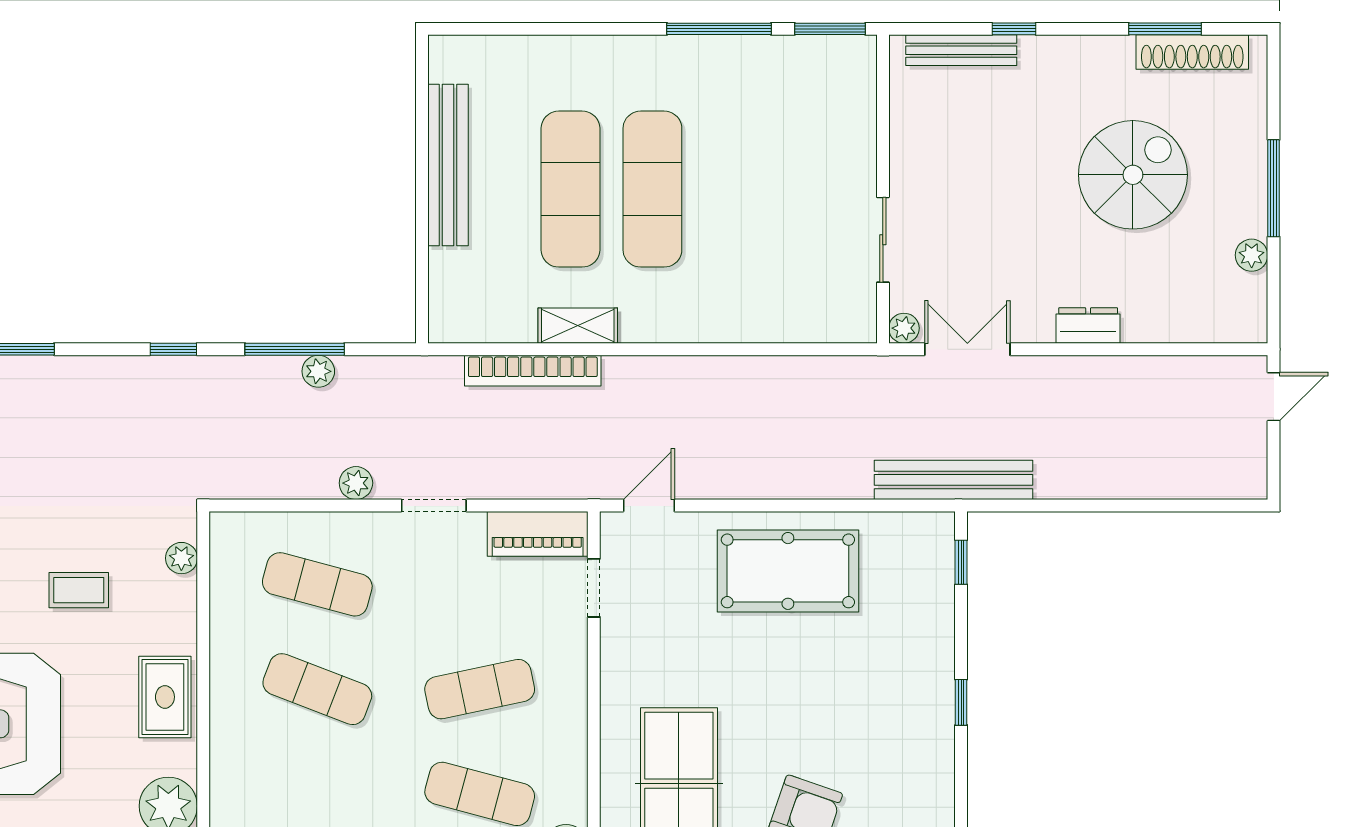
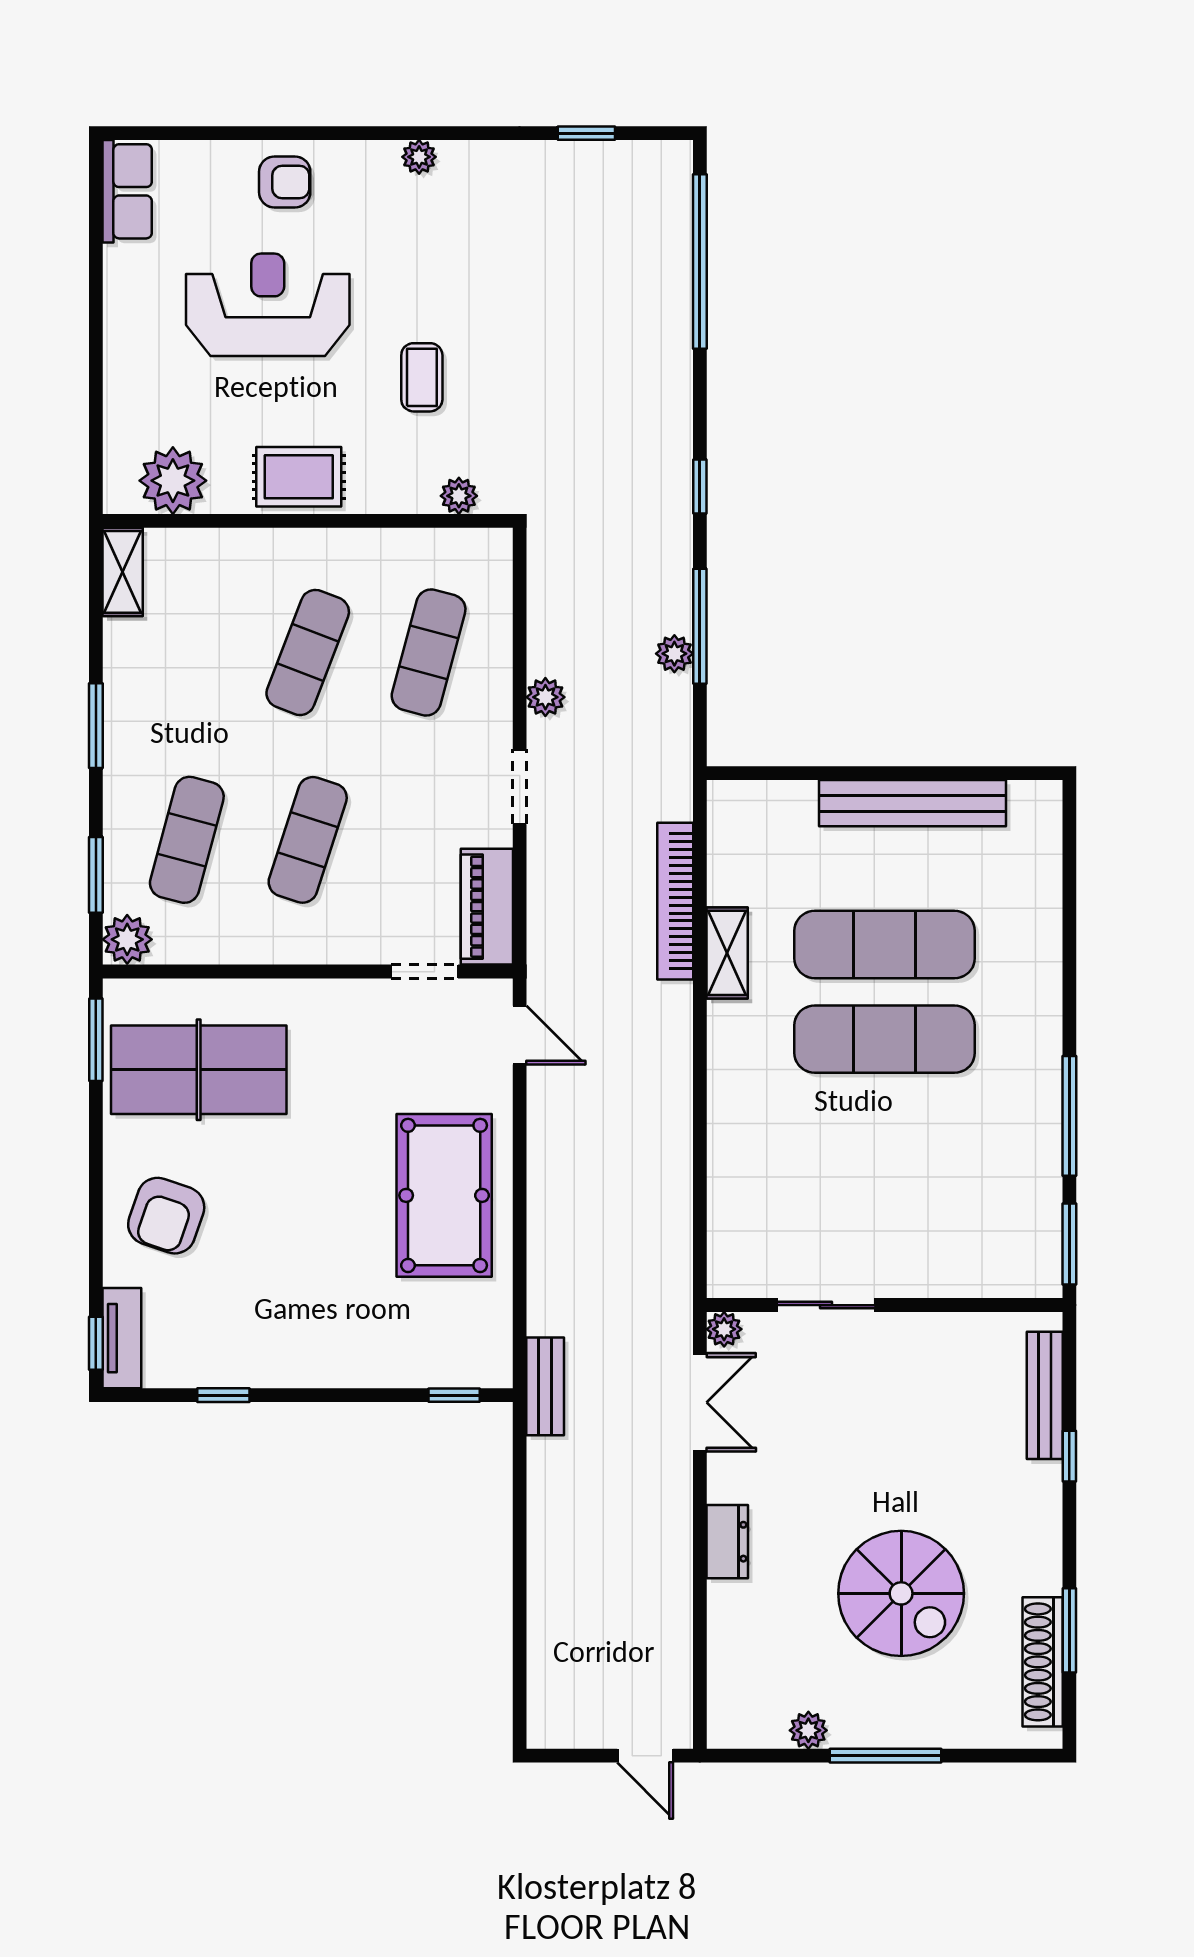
bench: (954, 480) -> (545, 1386), width x0.54, depth x0.82
exercise mat: (480, 689) -> (308, 840), turned 30
window: (961, 702) -> (223, 1395), moved

